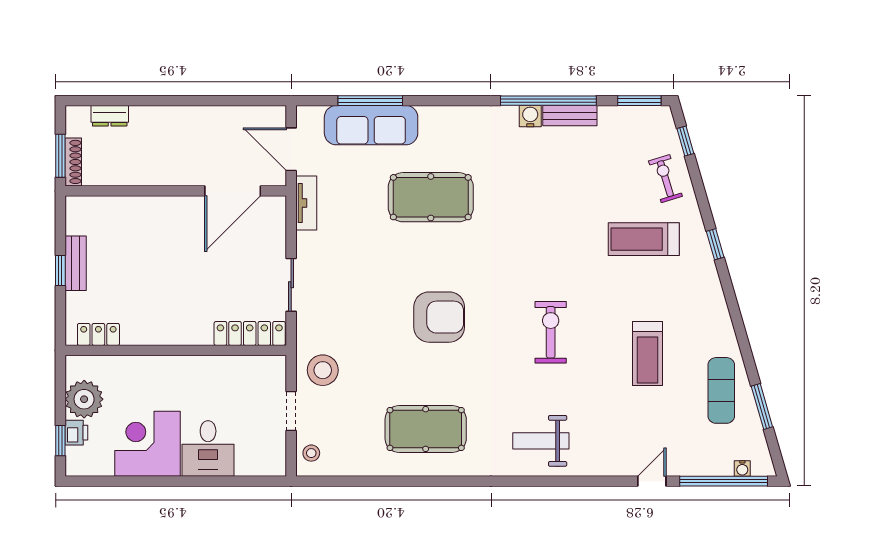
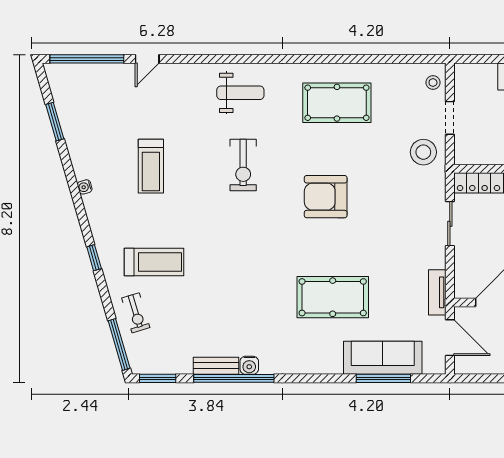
window: (685, 141) -> (119, 344), width x2.17
exercise bike: (551, 332) -> (243, 165), moved
treadmill: (647, 354) -> (151, 166), turned 180
exercise mat: (721, 390) -> (89, 135), removed
water cooler: (742, 469) -> (85, 187), moved, turned -106

